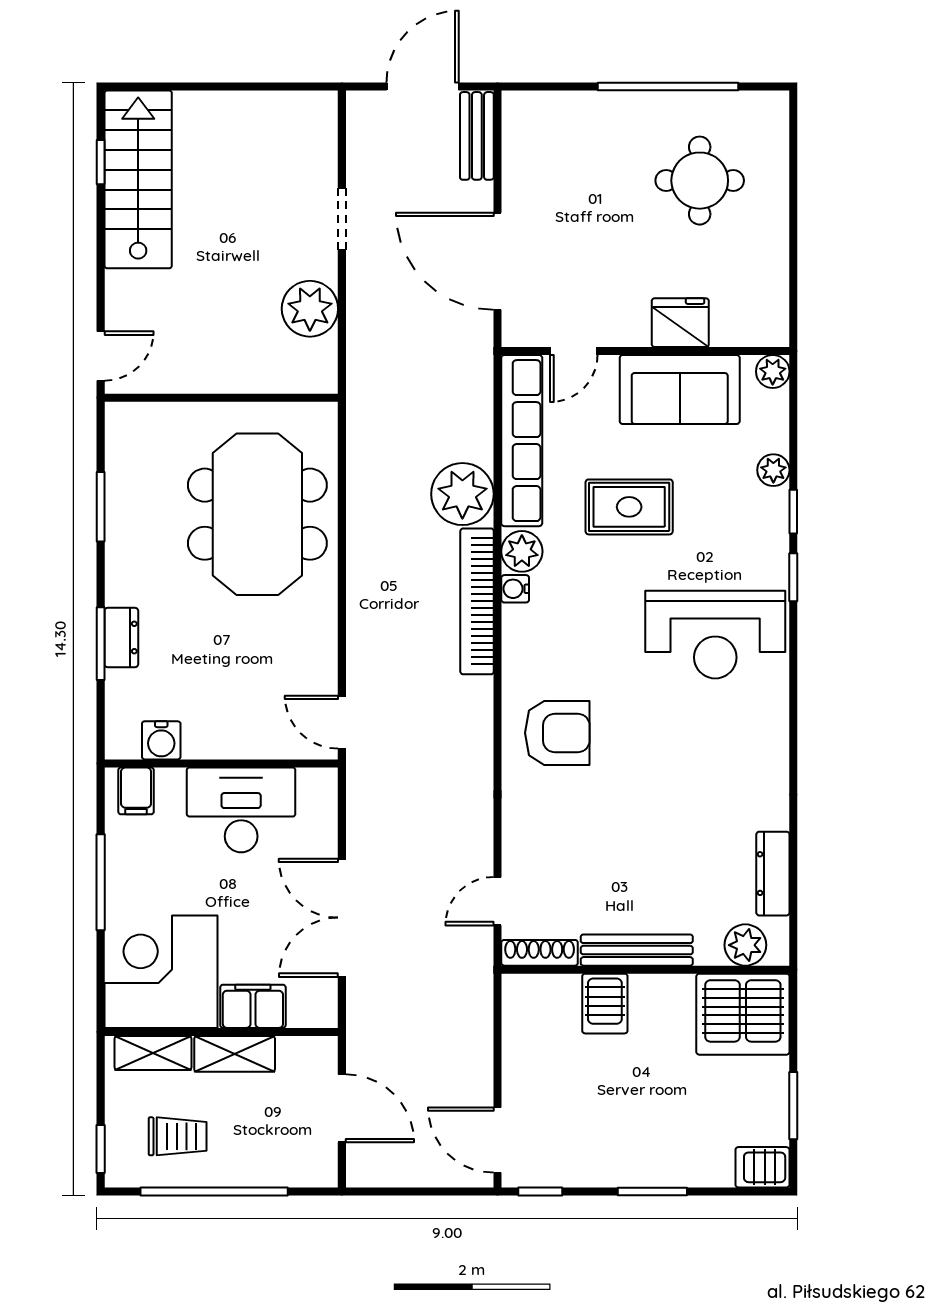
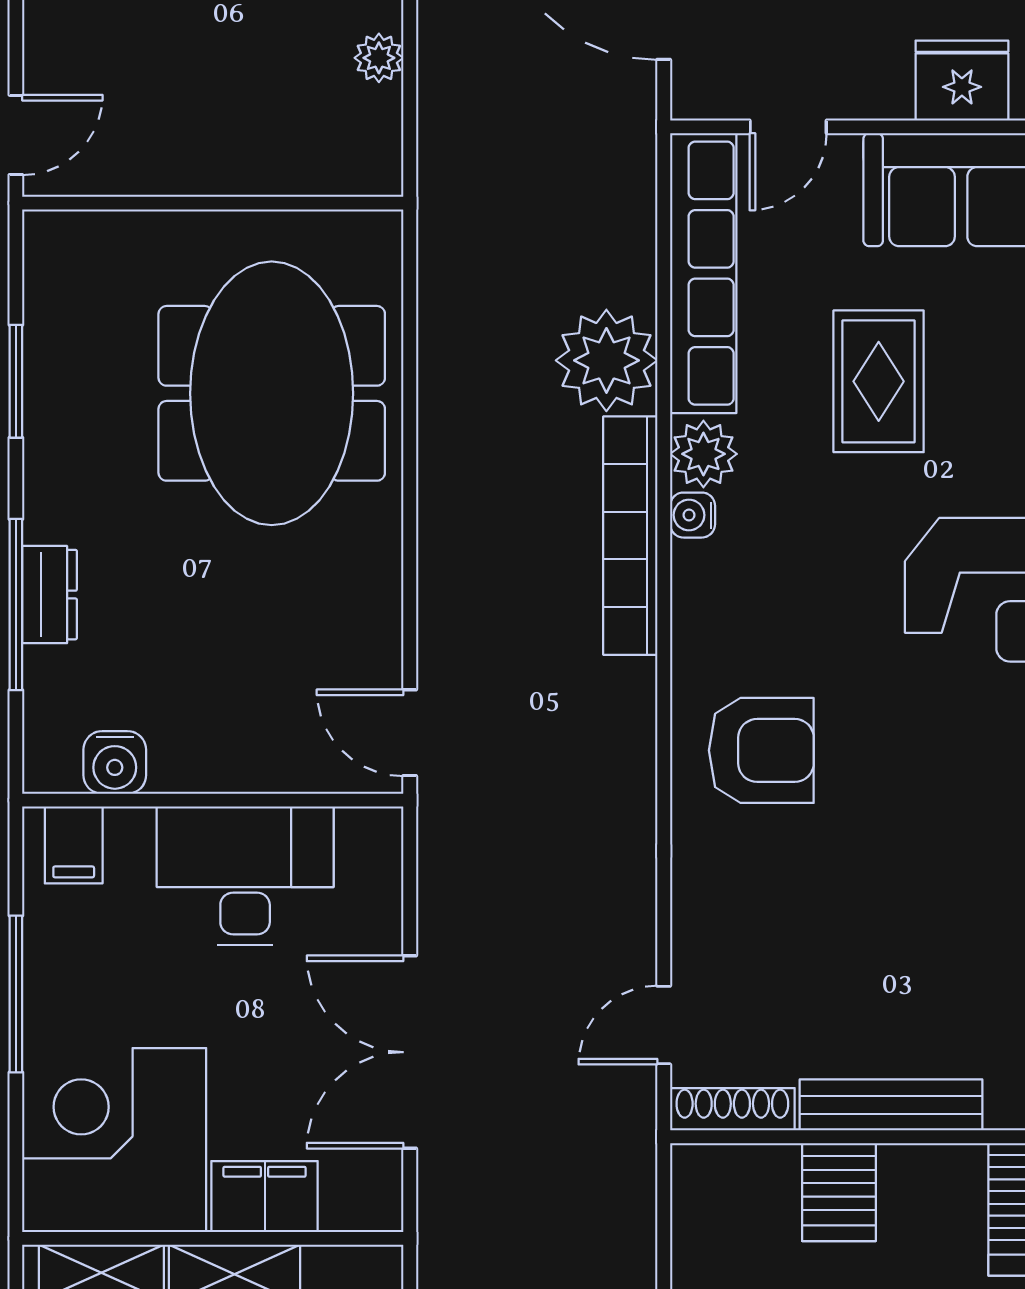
plant: (310, 309) -> (379, 58), width x0.53, depth x0.53
rug: (629, 507) -> (879, 381), turned 90
window: (101, 644) -> (16, 605), width x1.44

